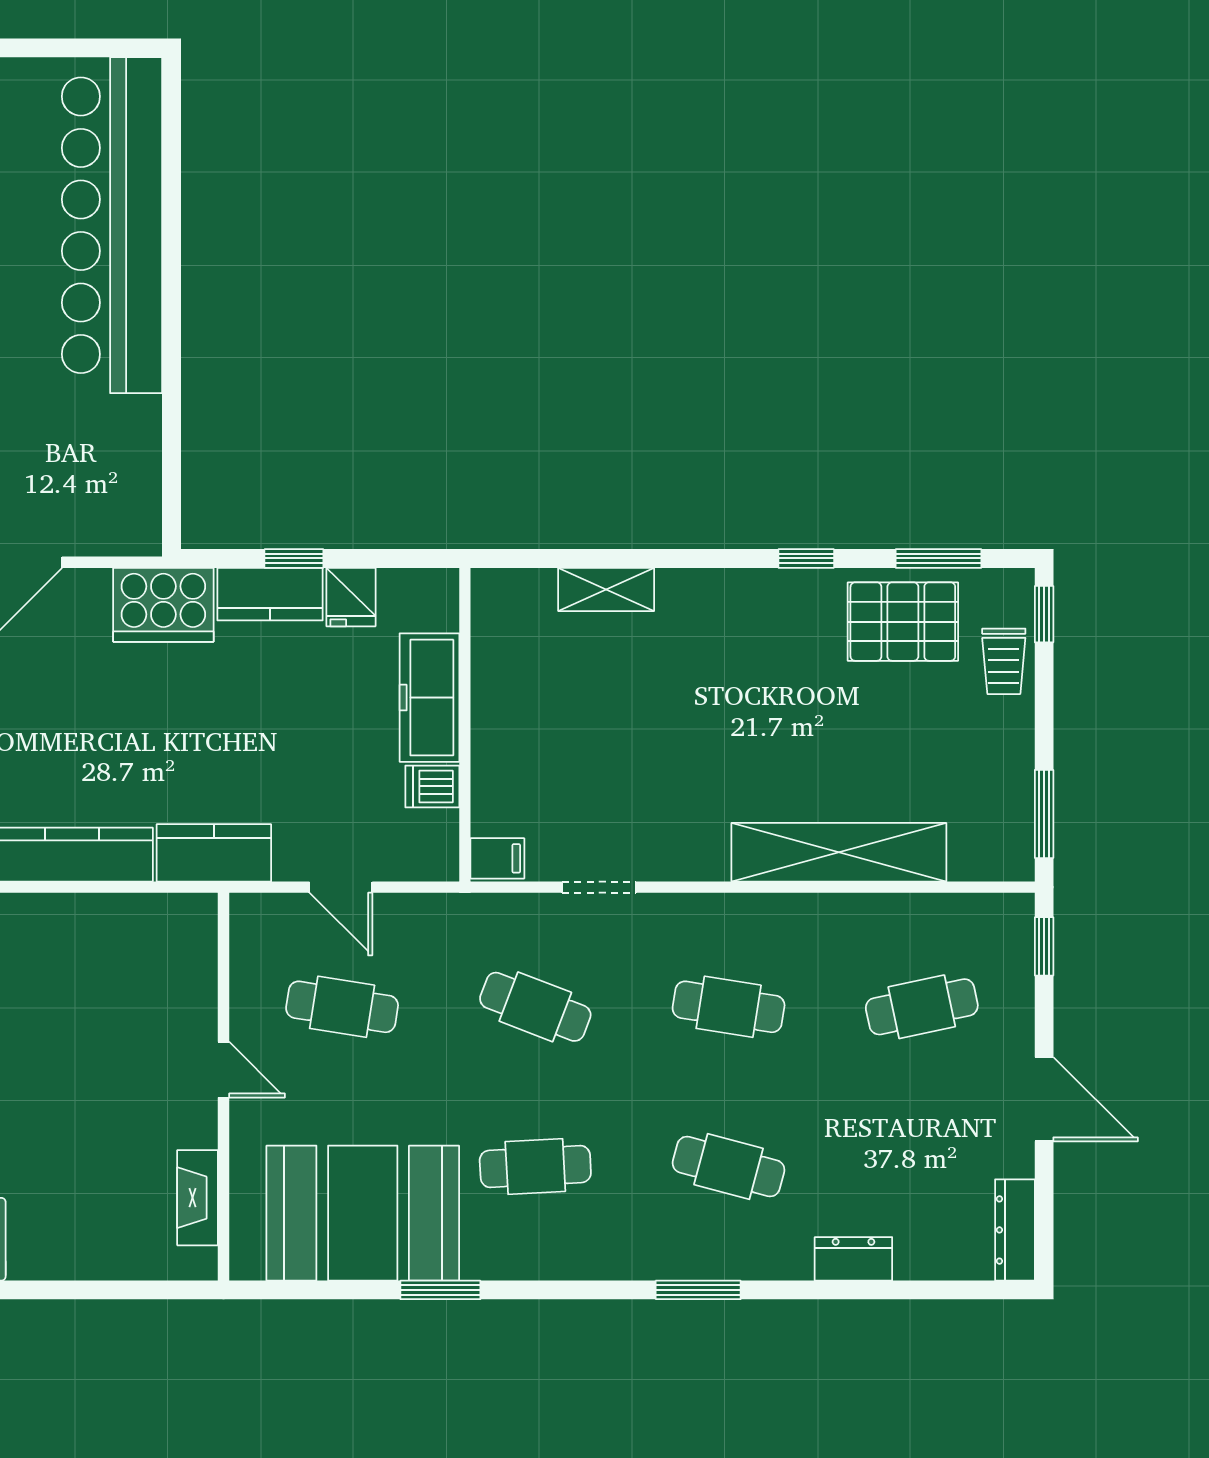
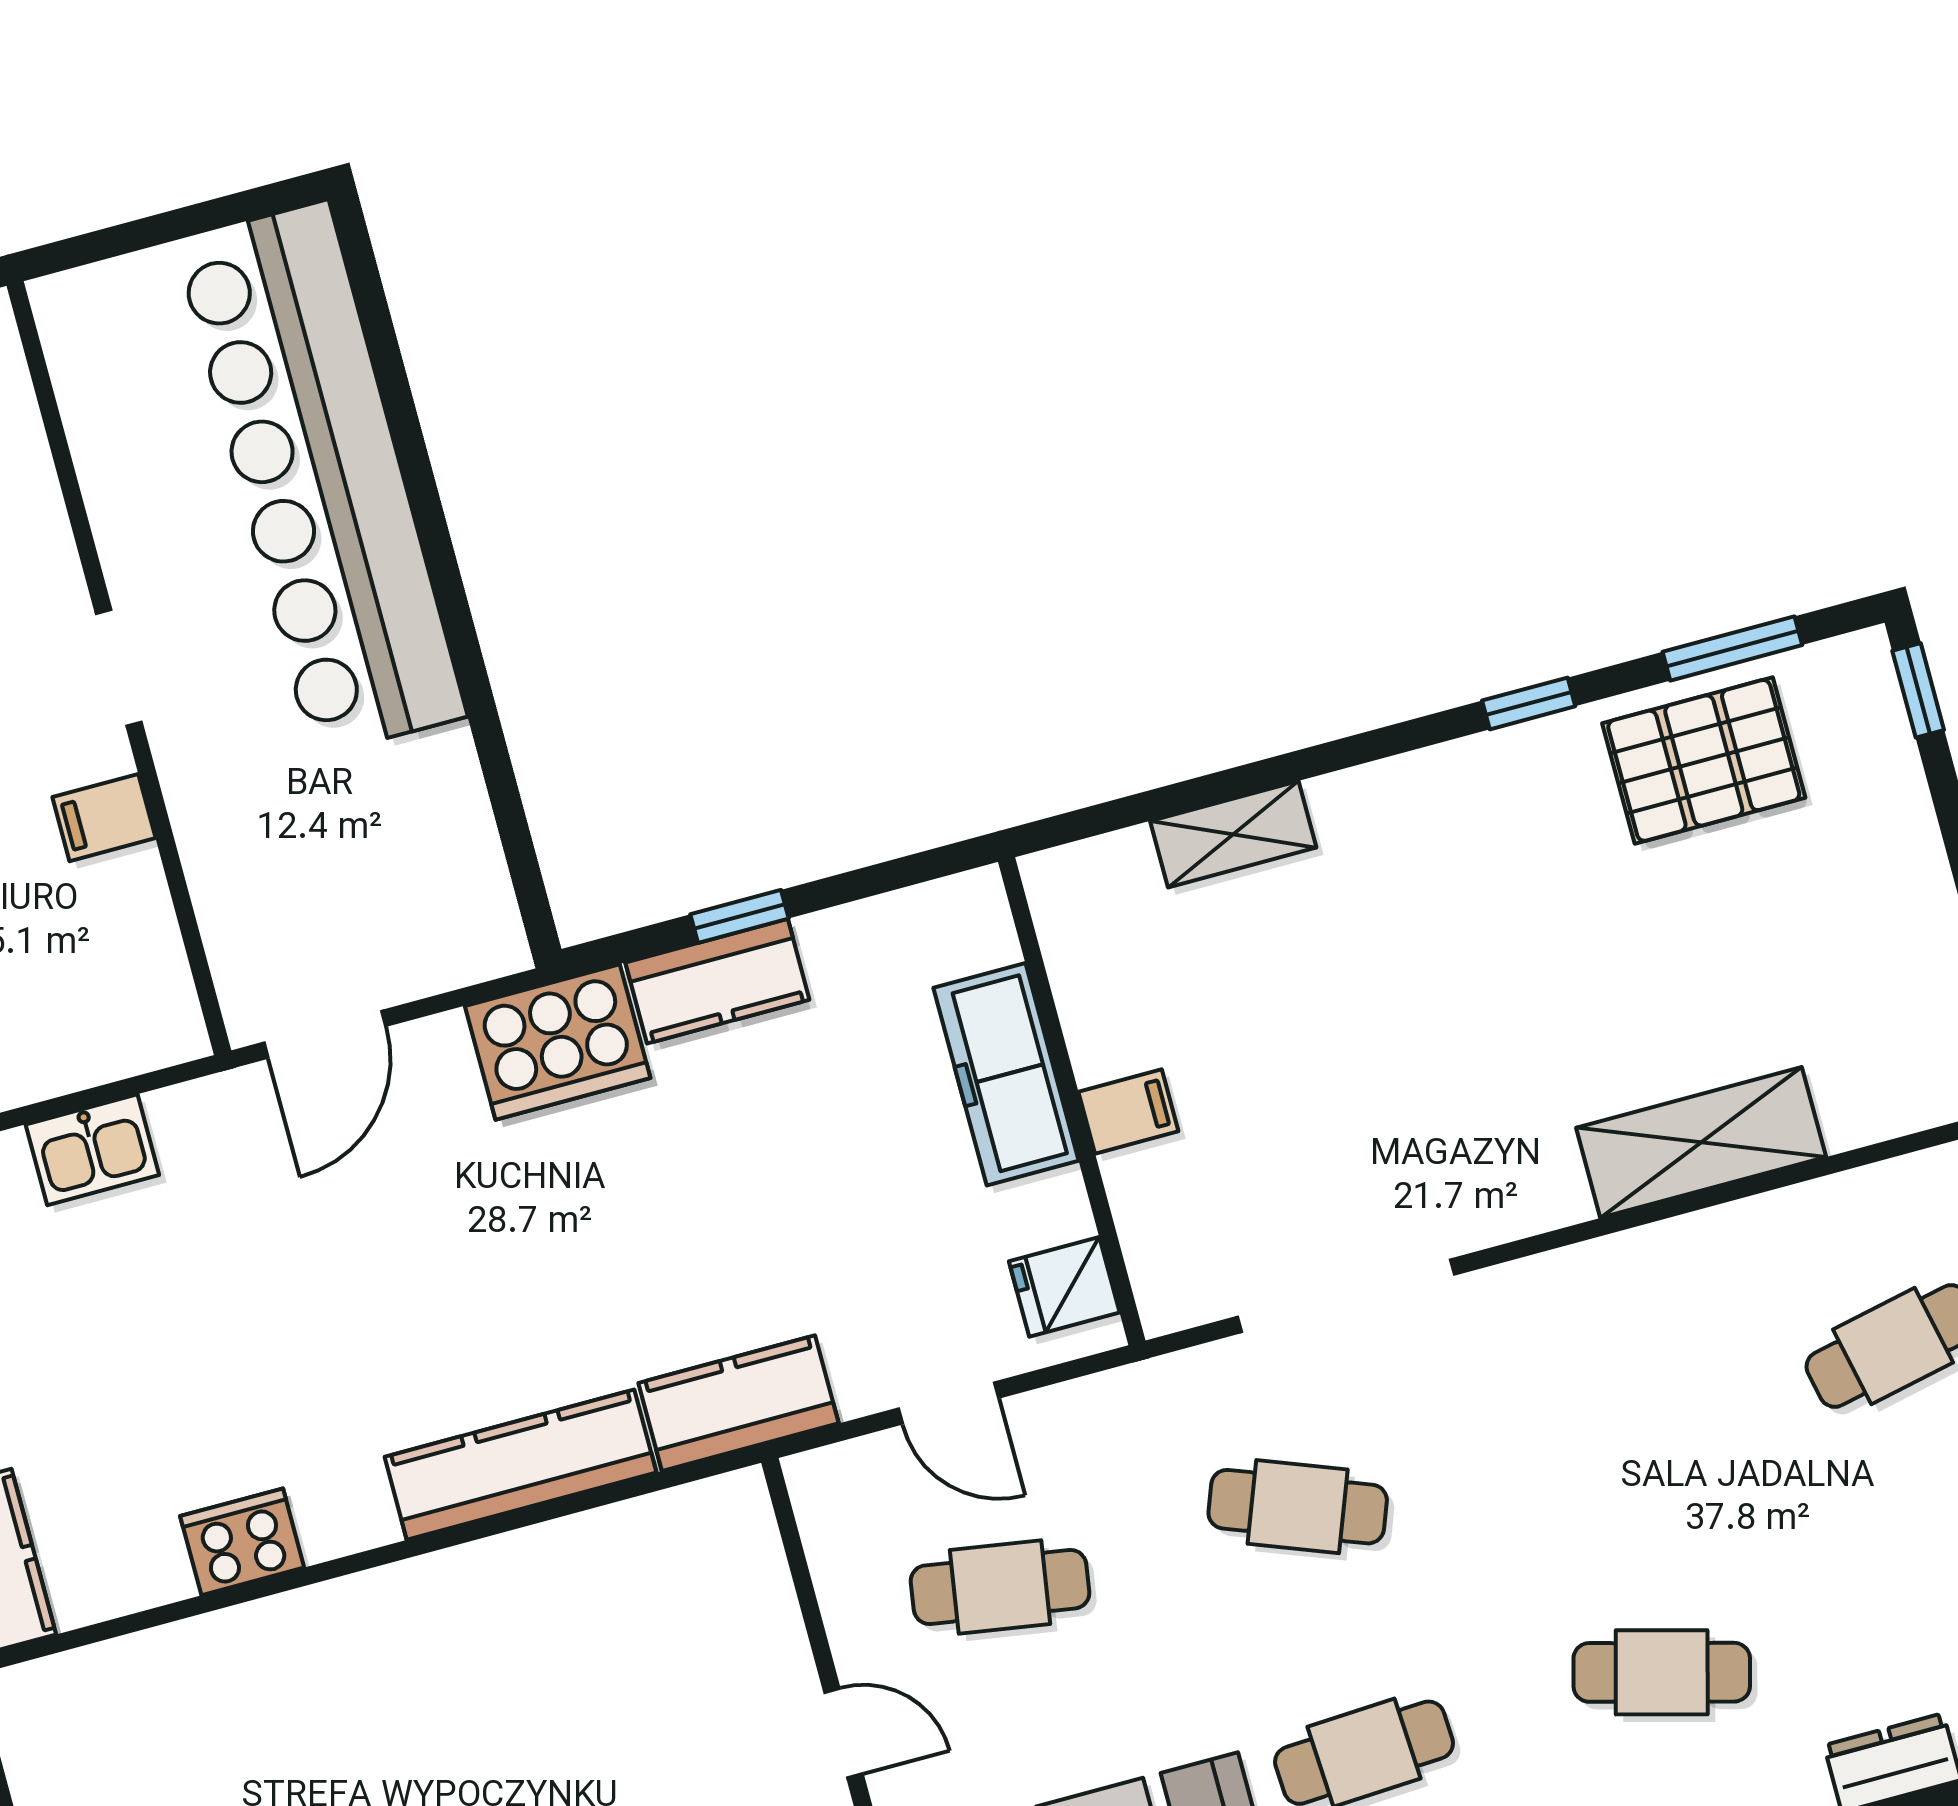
fridge: (351, 597) -> (1064, 1287), moved, turned 90
trolley: (1004, 661) -> (1876, 780), removed
dishwasher: (432, 786) -> (1047, 1210), removed
shelving: (839, 852) -> (1701, 1142), width x0.68
filing cabinet: (497, 858) -> (1128, 1111), moved
doorway: (599, 887) -> (1346, 1296), width x1.88
cafe table: (729, 1007) -> (1595, 1426), removed

